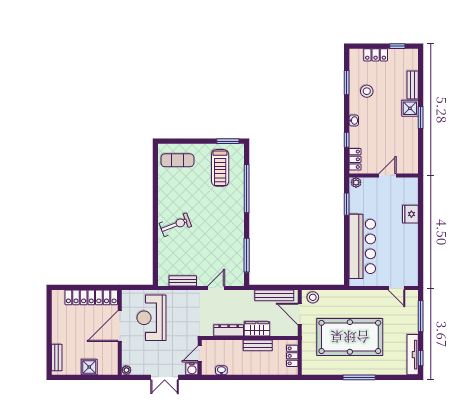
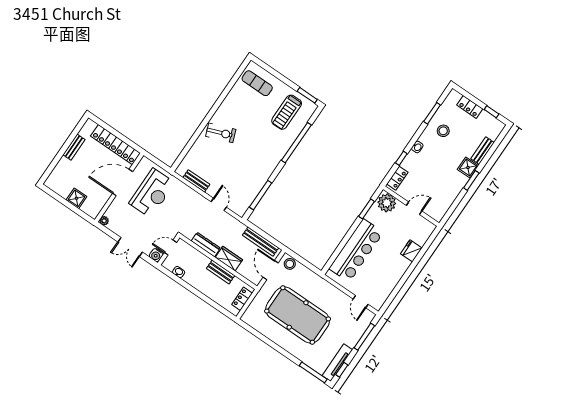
plant: (356, 182) -> (387, 203), width x1.88, depth x1.88
door: (216, 288) -> (219, 204), hinge flipped
reception desk: (151, 318) -> (152, 193), turned 180
bench: (57, 358) -> (74, 147), moved
window: (359, 377) -> (313, 372), moved

